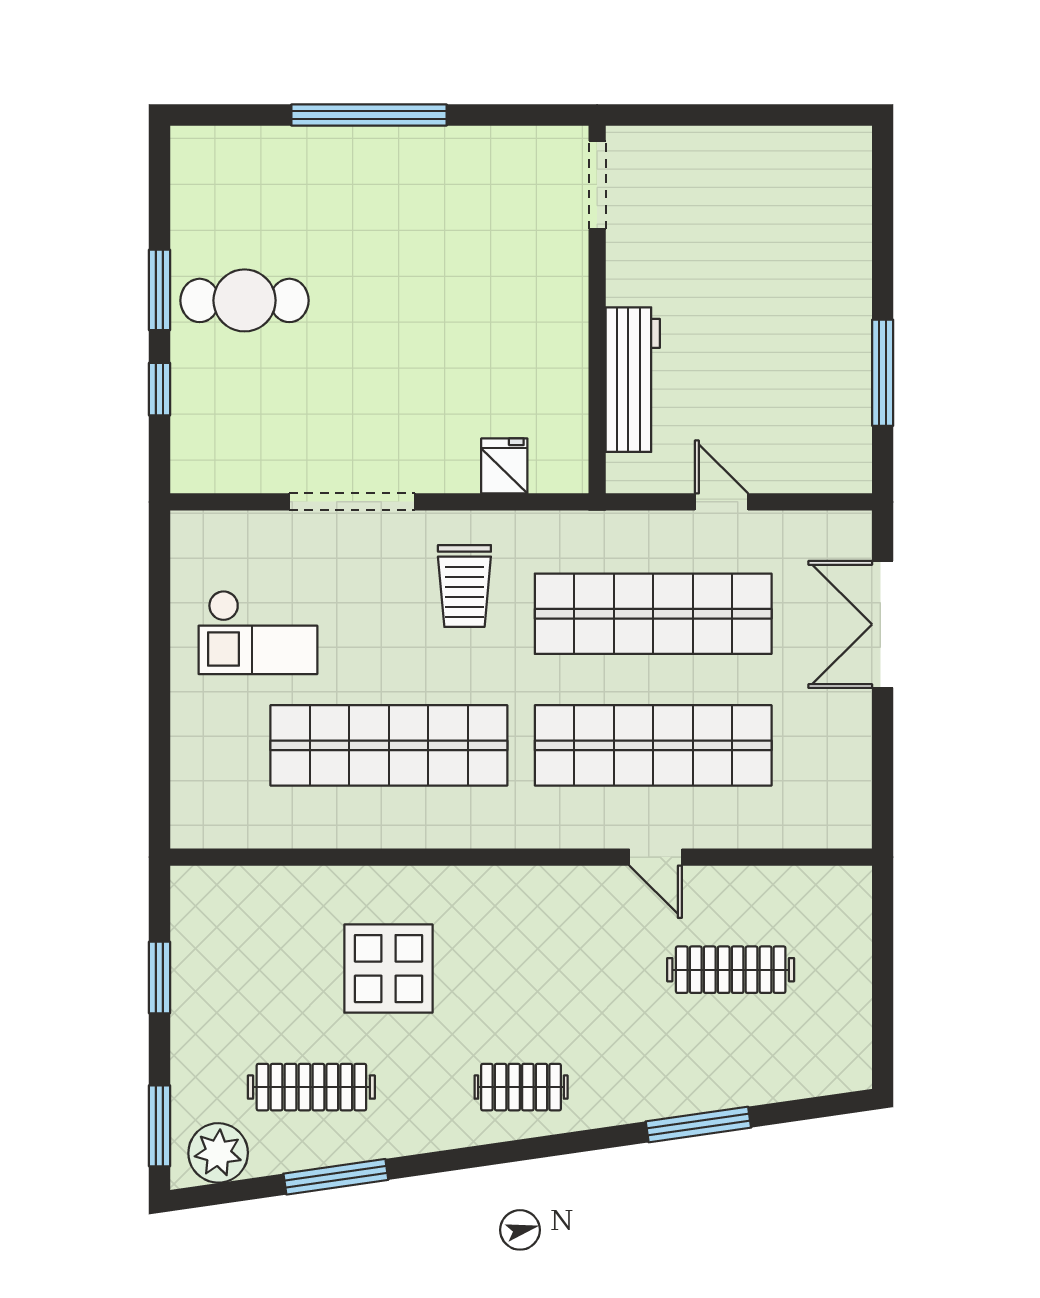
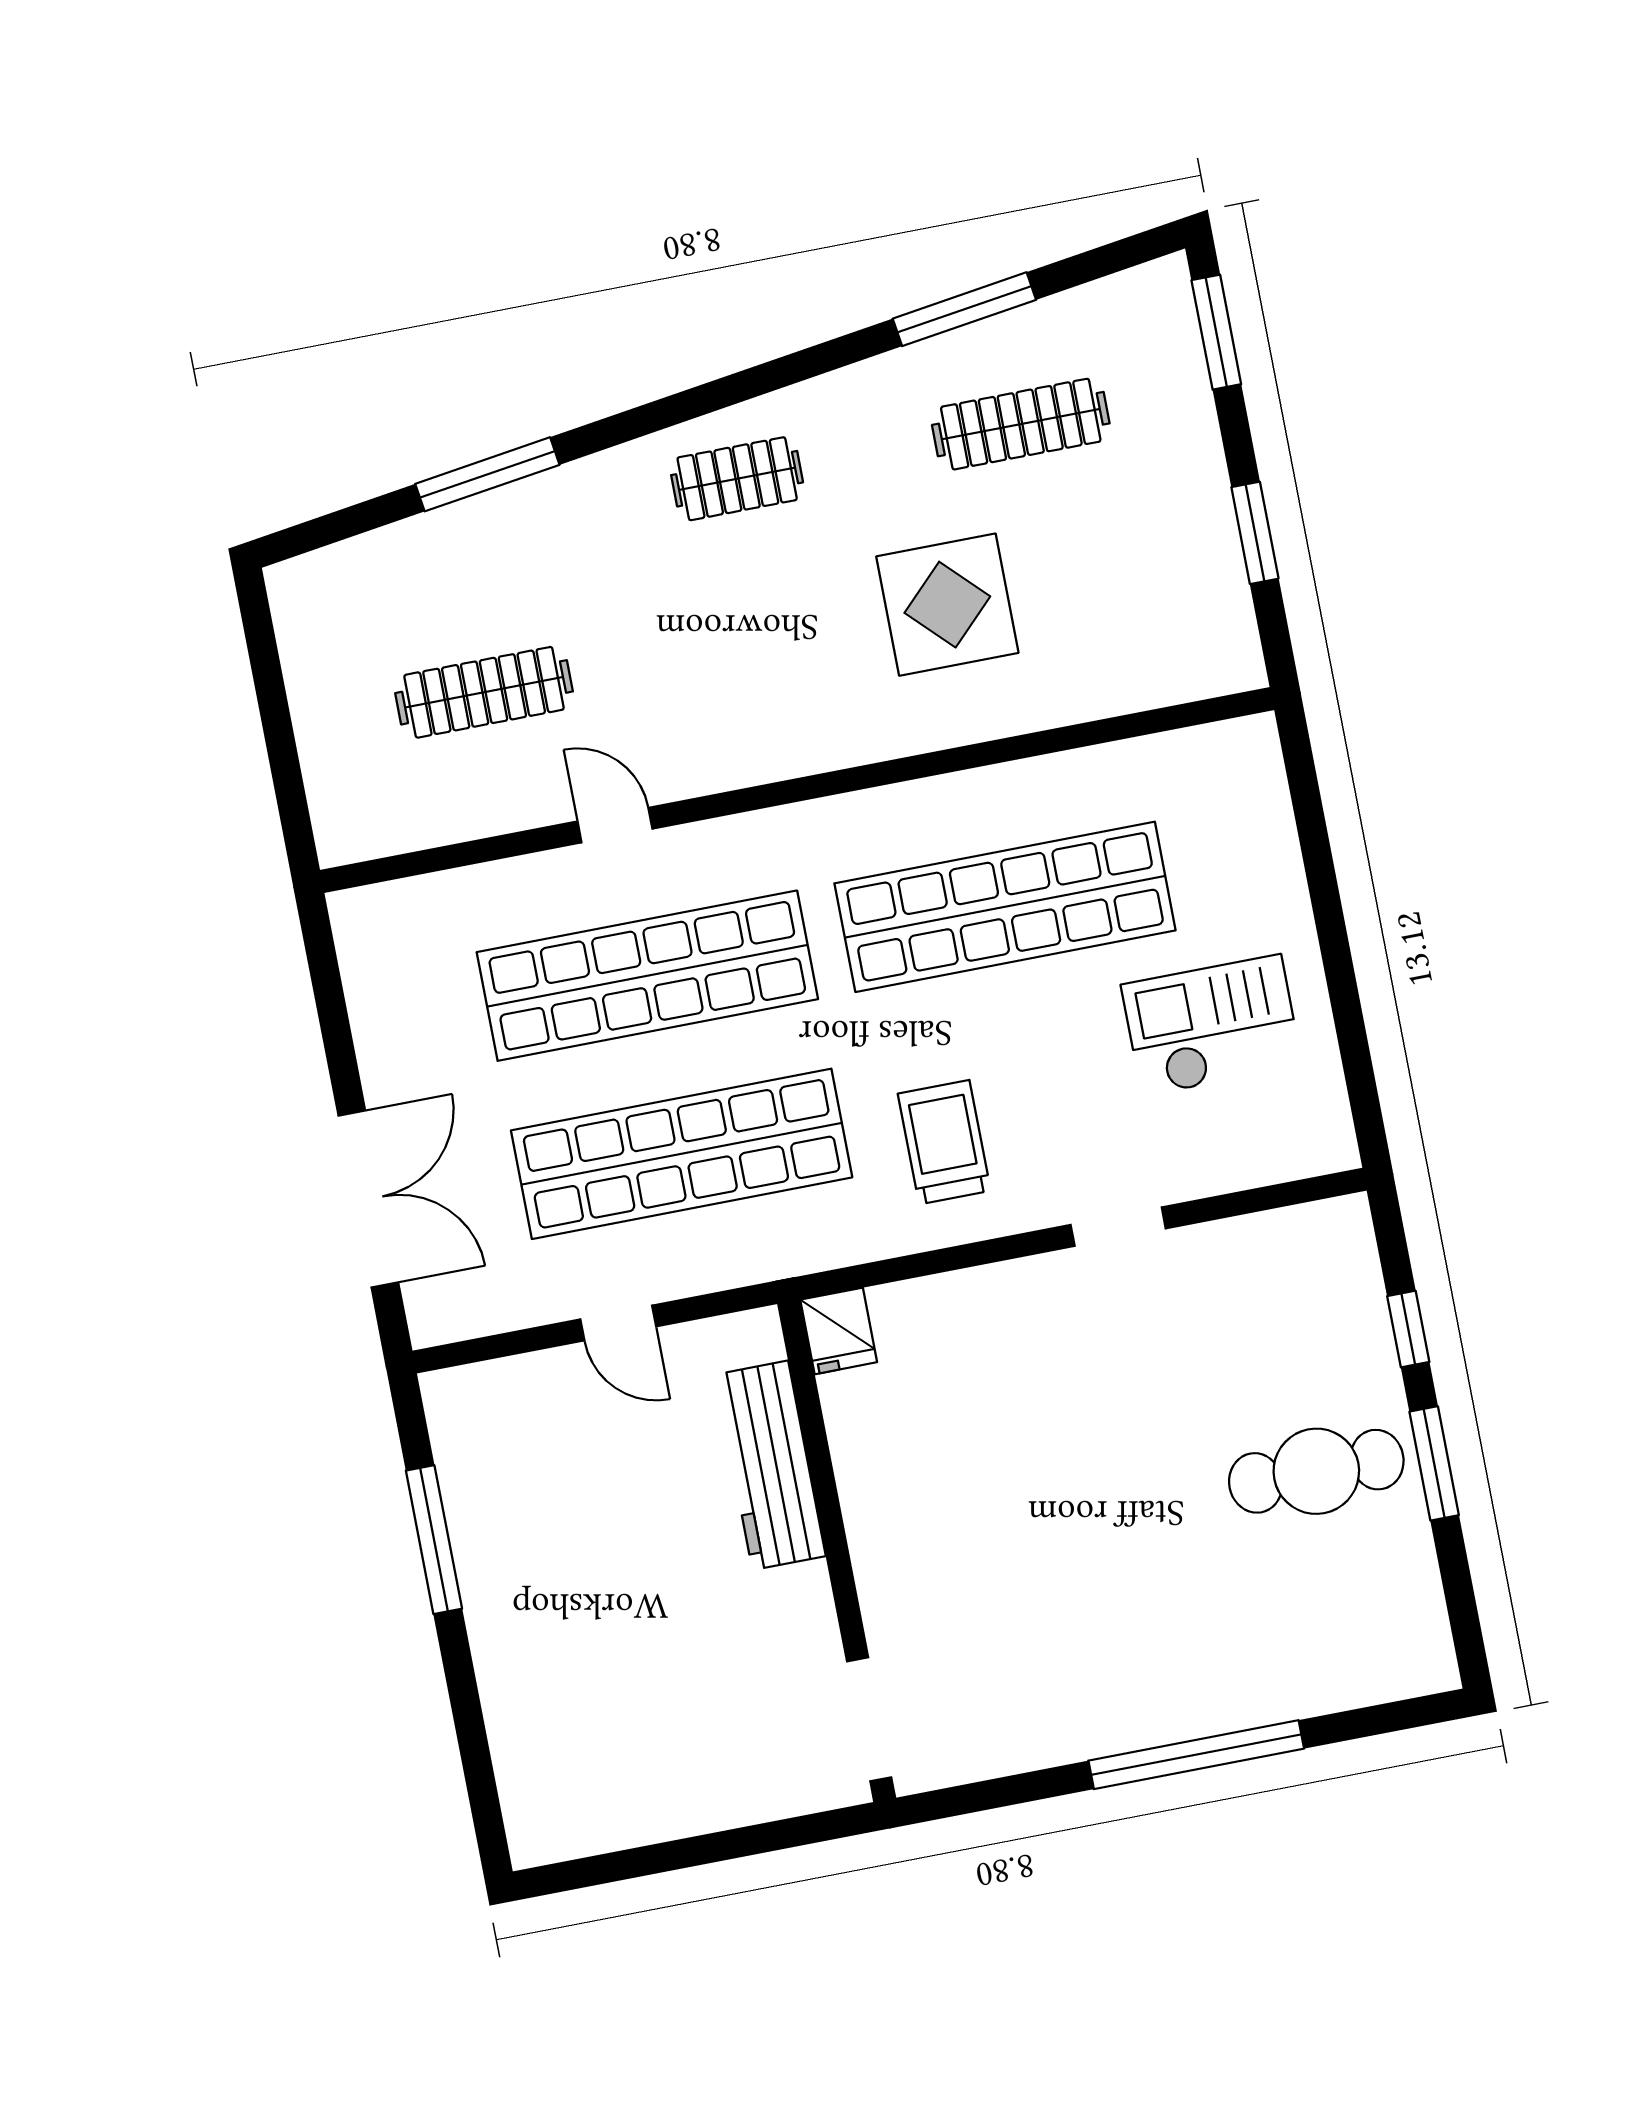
fridge: (504, 466) -> (839, 1331), moved
doorway: (352, 502) -> (1118, 1227), width x0.53
plant: (218, 1153) -> (1130, 311), removed

